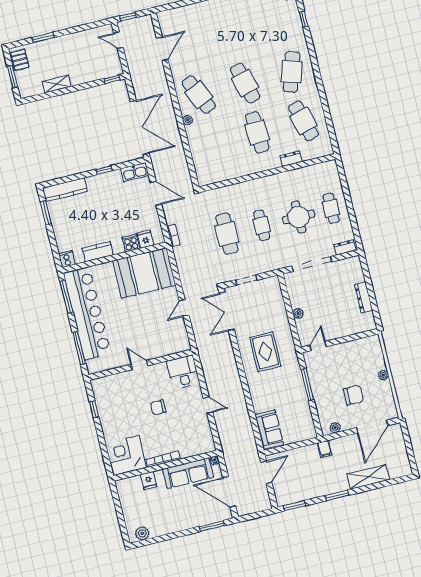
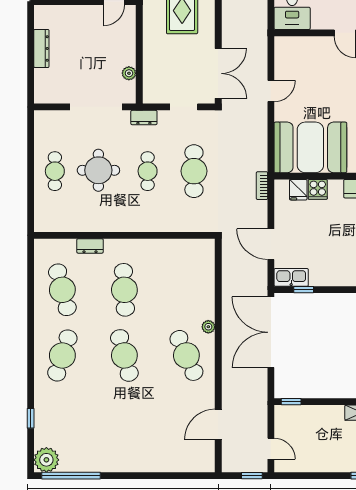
window: (104, 170) -> (304, 290), moved
dresser: (345, 247) -> (144, 118), moved
plant: (298, 314) -> (129, 73), moved

